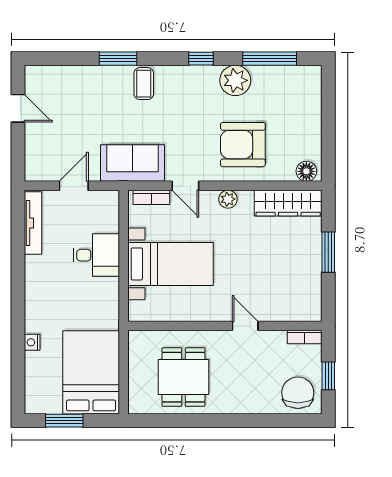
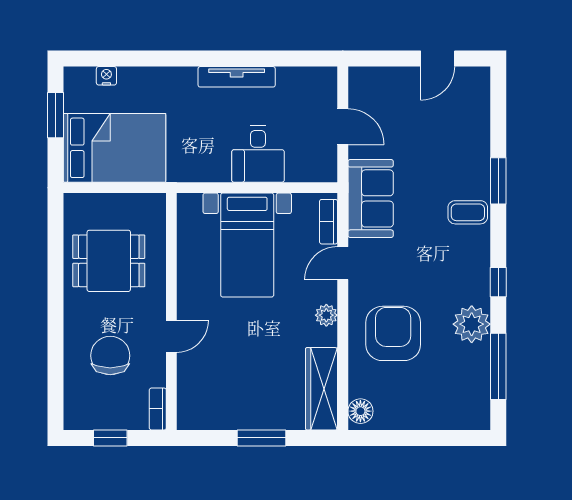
tv unit: (33, 223) -> (237, 77), moved
nightstand: (32, 342) -> (106, 76), moved
chair: (298, 393) -> (110, 356), moved, turned -90

